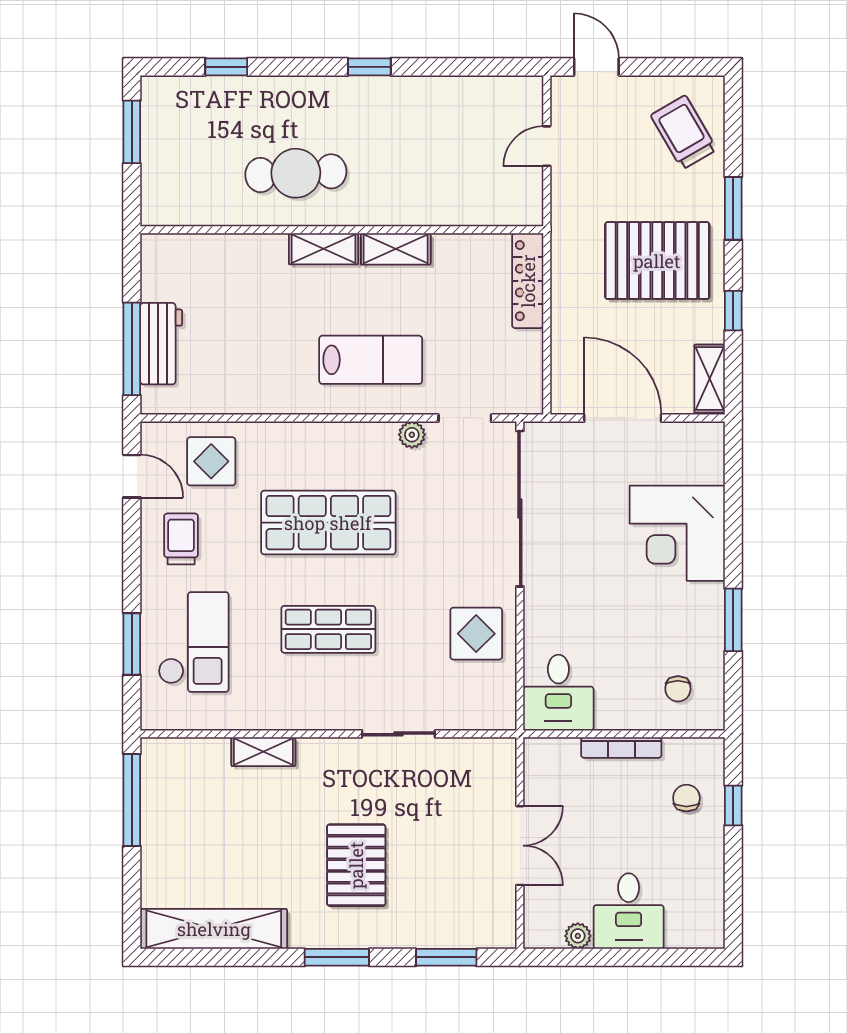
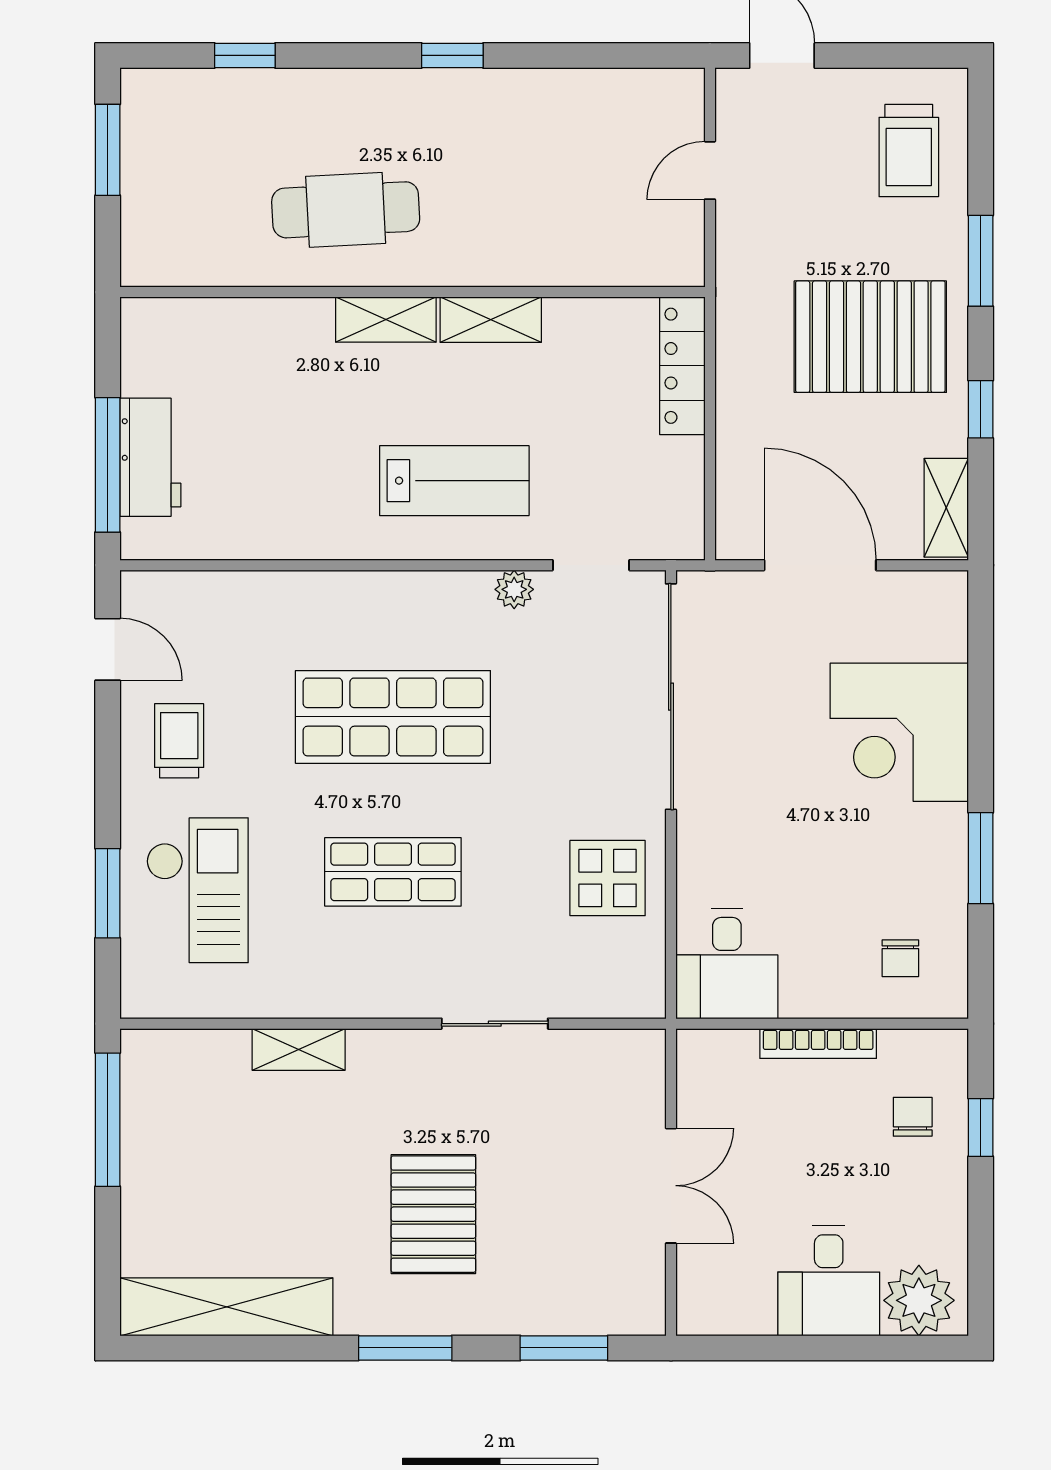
trolley: (684, 132) -> (909, 151), turned -150
display table: (211, 461) -> (223, 628), removed
plant: (578, 936) -> (919, 1300), moved, width x1.87, depth x1.87

